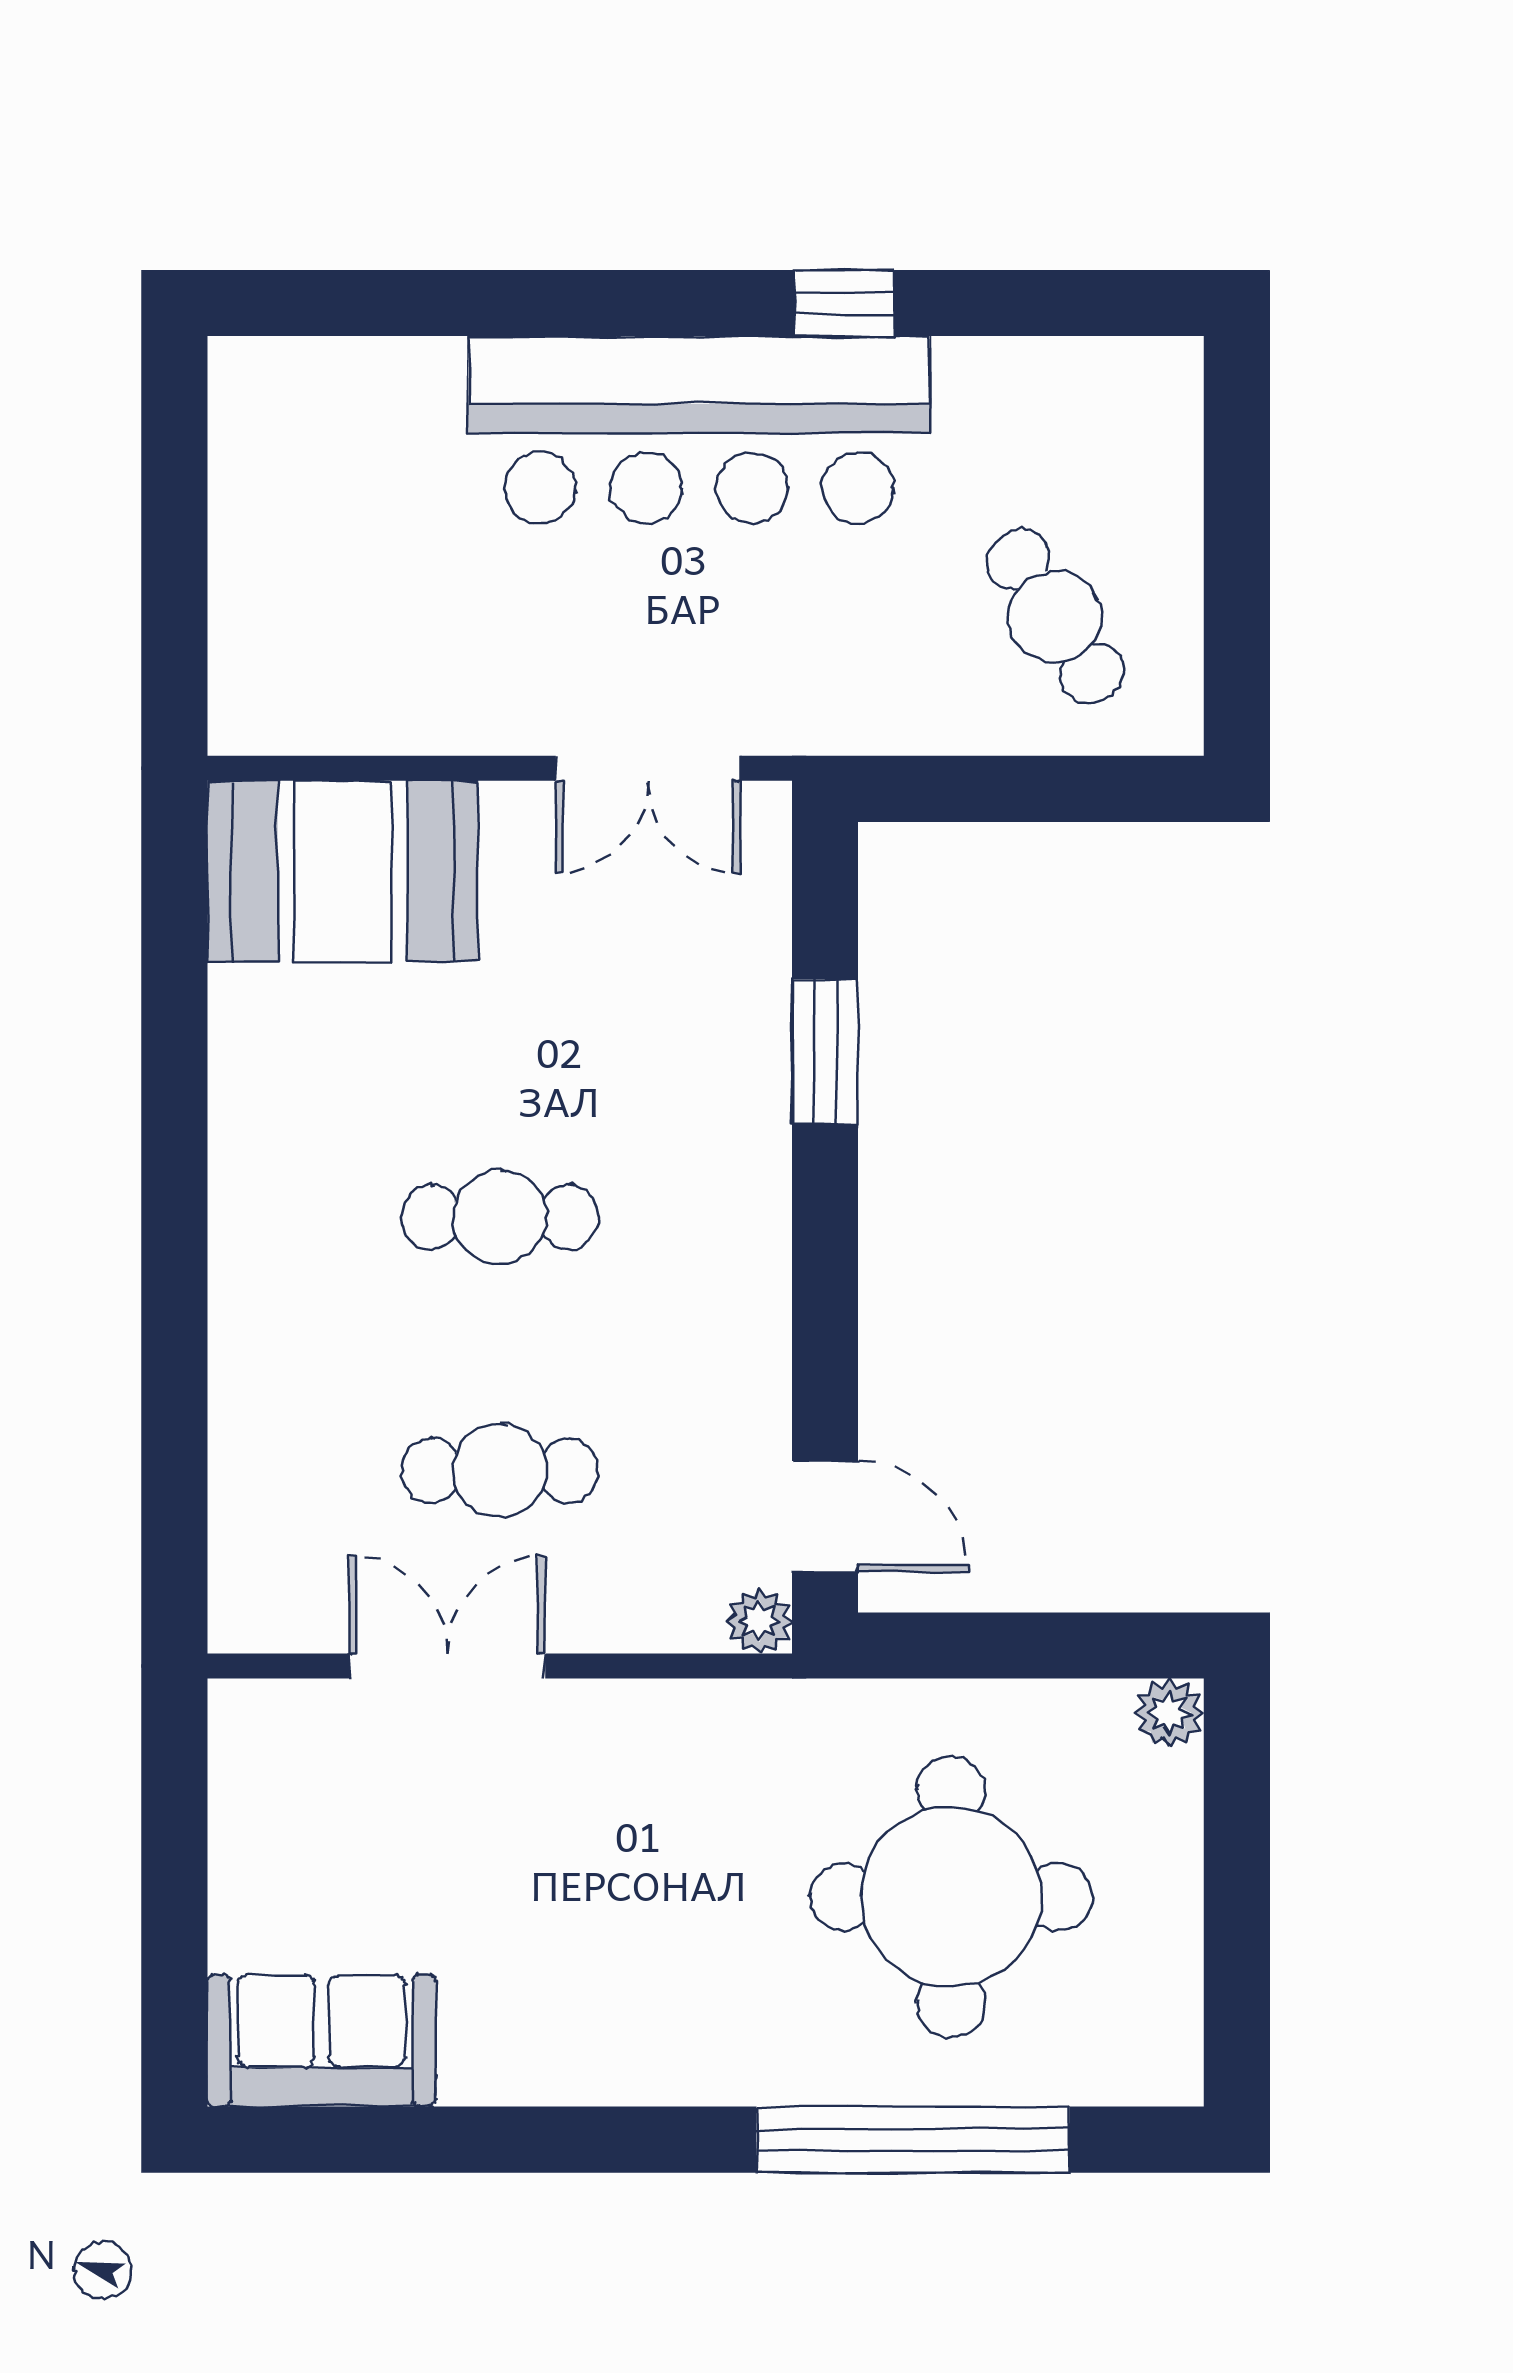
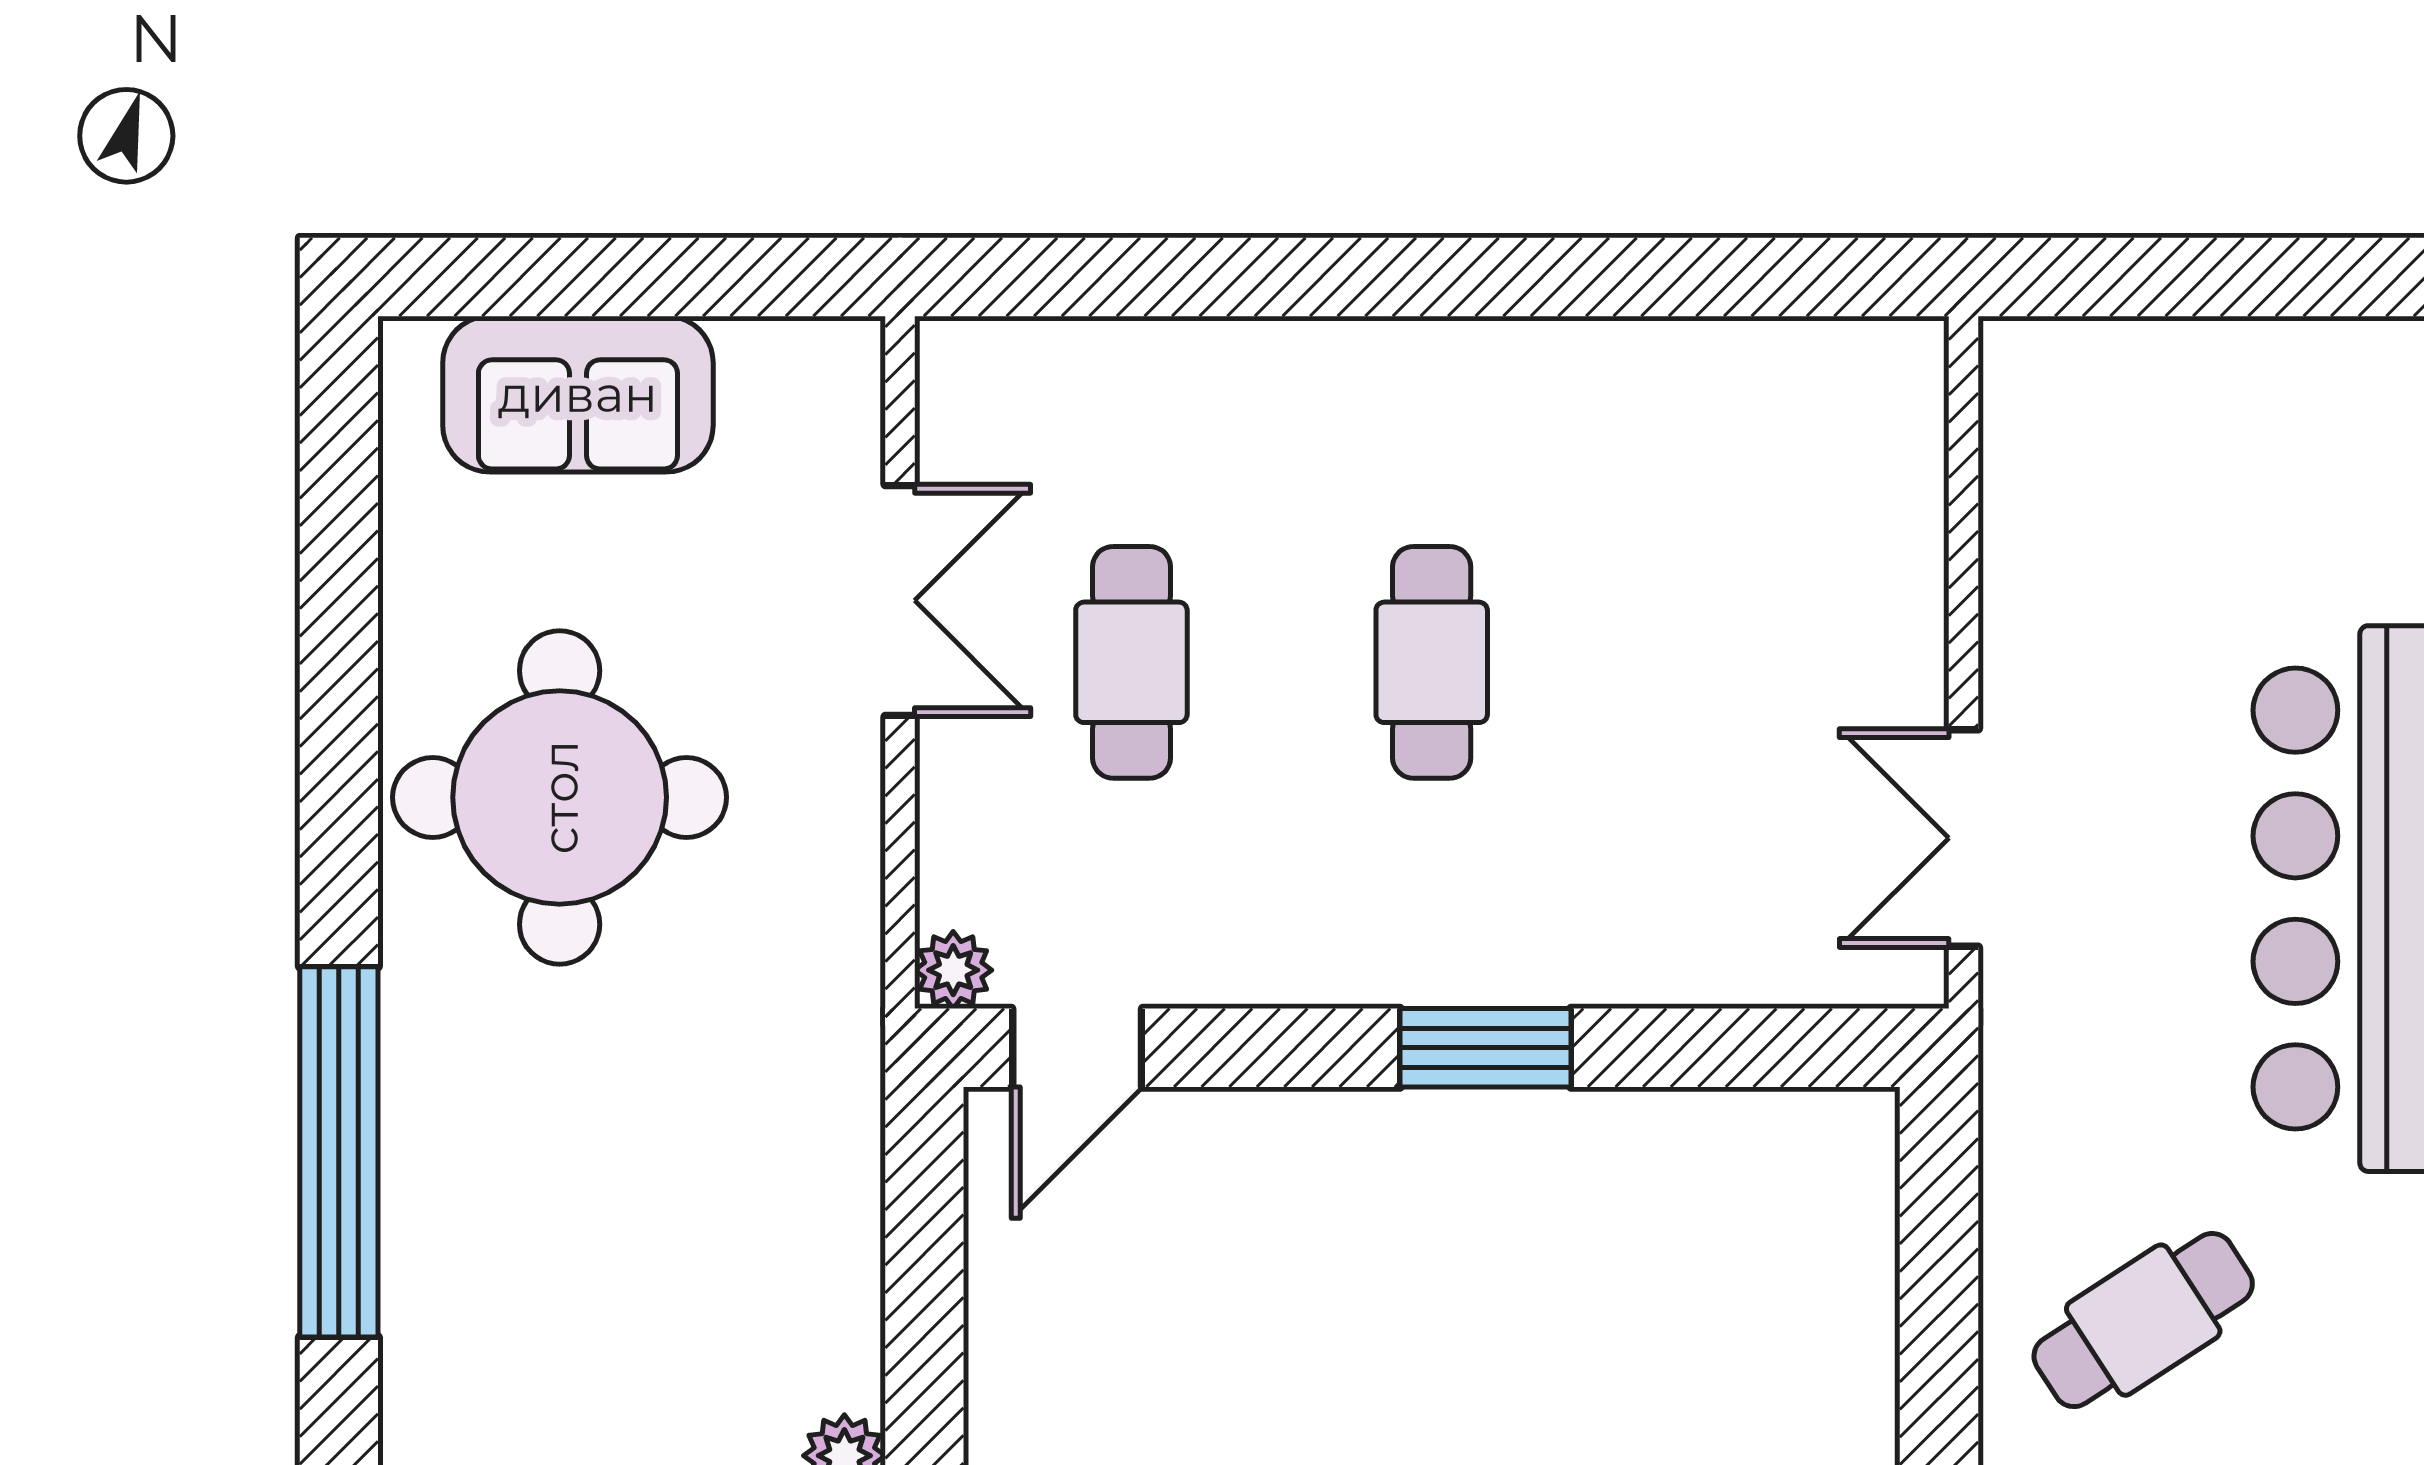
booth: (342, 871) -> (1841, 476), removed
window: (825, 1052) -> (1486, 1048), moved
round table: (951, 1897) -> (560, 797), moved
sofa: (321, 2041) -> (578, 394), moved, turned 90

